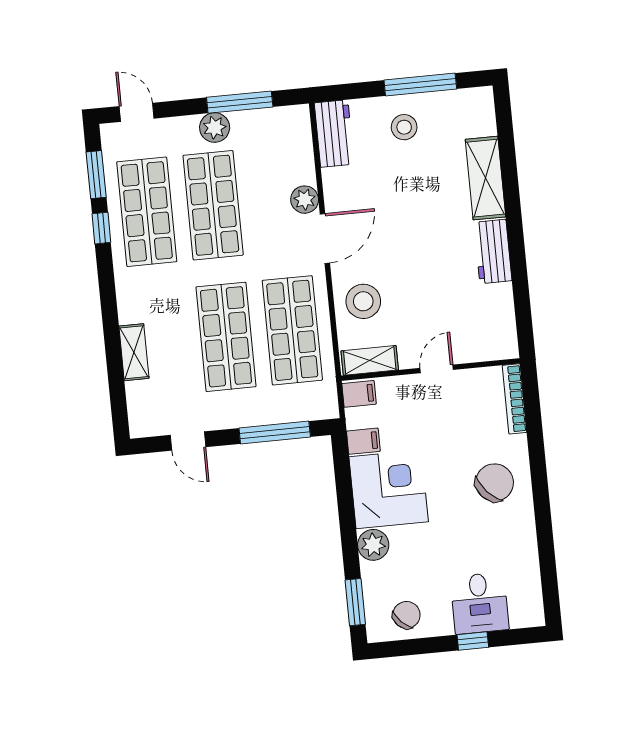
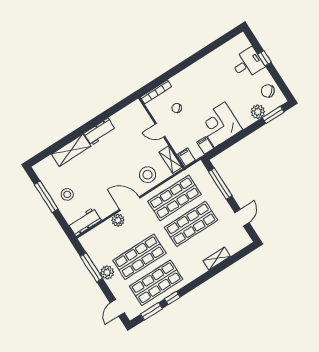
chair: (495, 483) -> (177, 108), moved, width x0.54, depth x0.54
plant: (373, 545) -> (258, 112), moved

